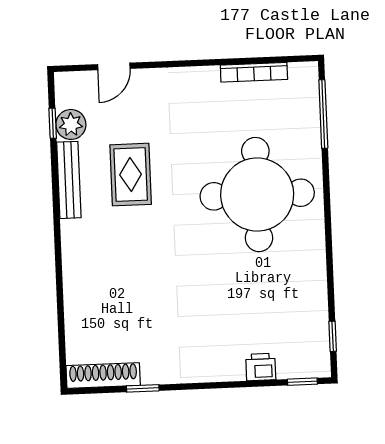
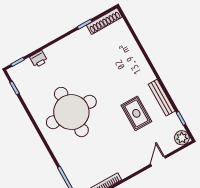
door: (114, 66) -> (158, 161), moved
plant: (71, 124) -> (182, 138), moved
round table: (257, 195) -> (71, 112), moved

